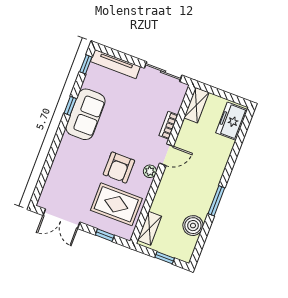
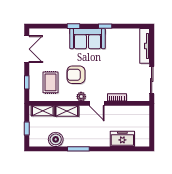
window: (86, 64) -> (73, 26), moved
shelving: (196, 105) -> (67, 111), moved
sofa: (85, 114) -> (87, 39), moved
freezer: (232, 121) -> (122, 139), moved
rug: (116, 204) -> (50, 82), width x0.73, depth x0.70
double door: (61, 219) -> (27, 49), swing flipped

